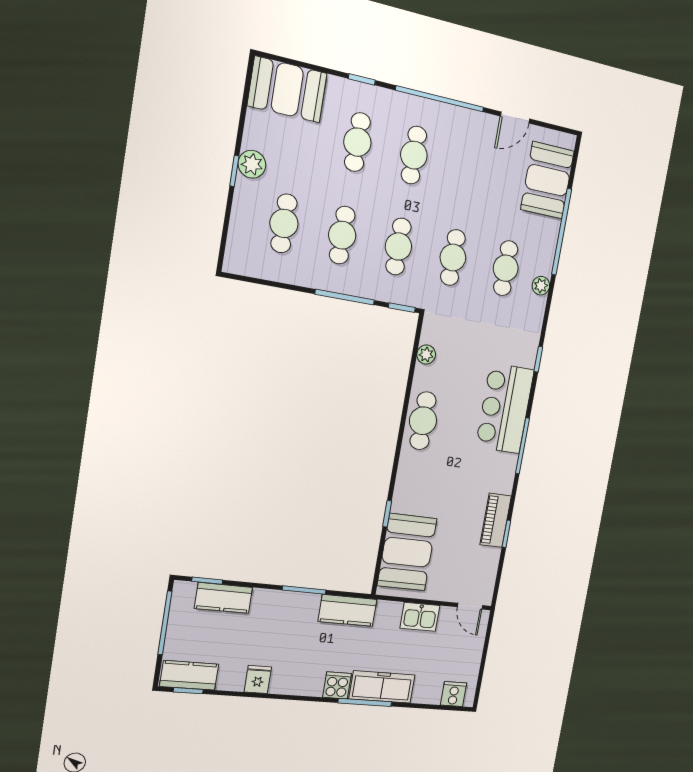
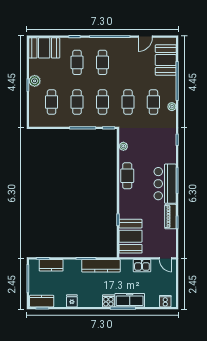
bar counter: (505, 408) -> (165, 184), moved
kitchen counter: (348, 610) -> (101, 266), width x1.50

